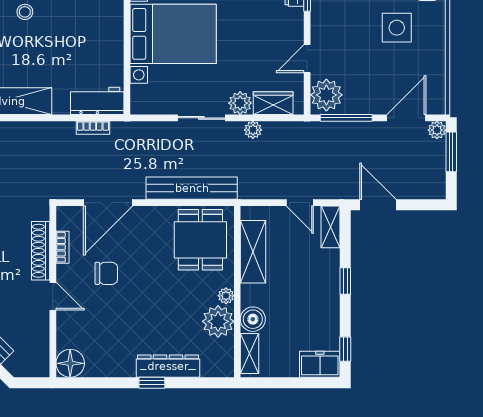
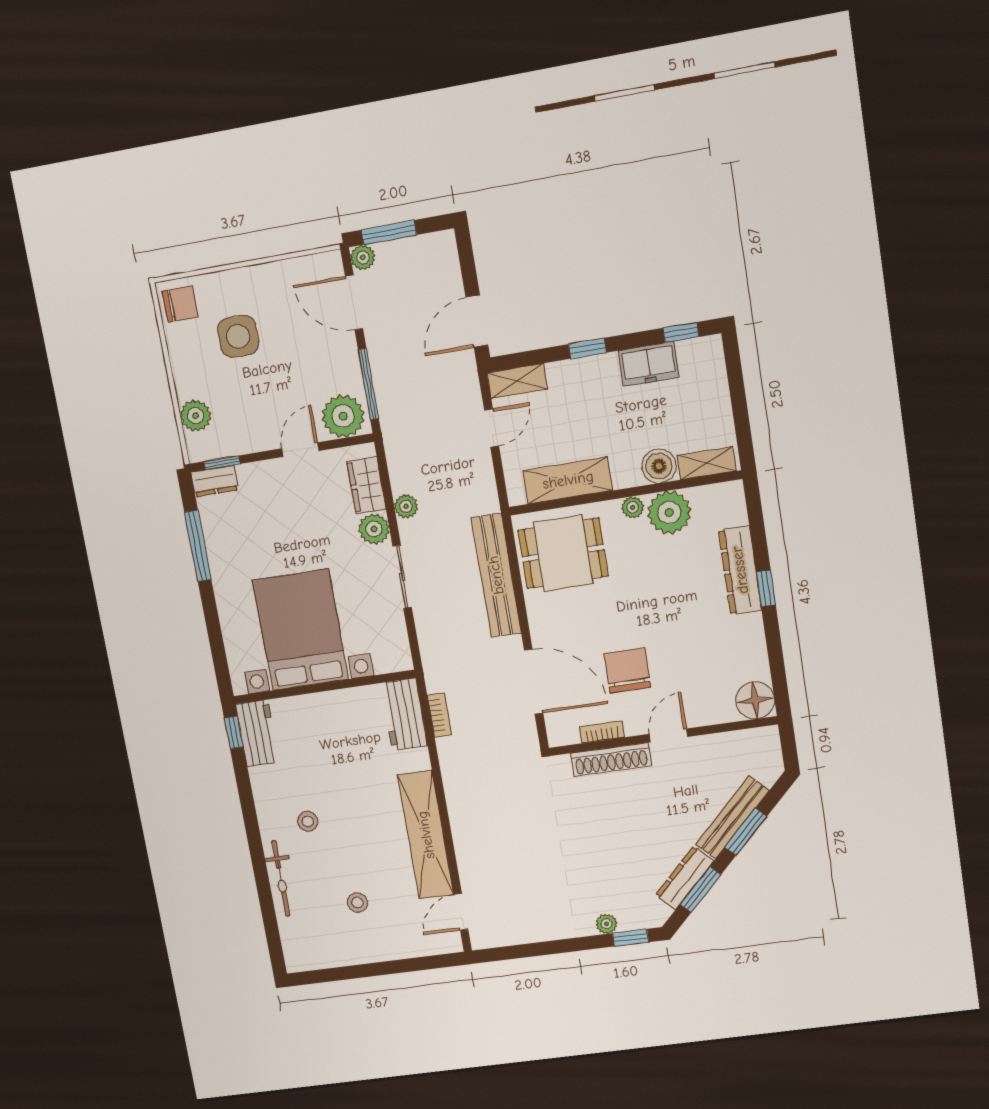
door: (307, 59) -> (300, 450), swing flipped
chair: (106, 273) -> (627, 670), width x1.37, depth x1.37
freezer: (320, 364) -> (649, 364), moved, turned -90

